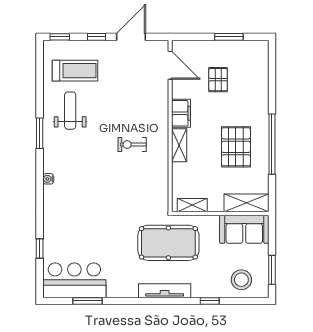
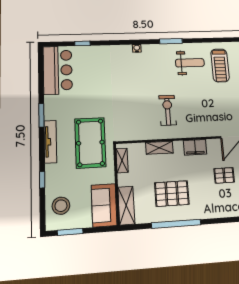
exercise bike: (132, 145) -> (168, 110), width x1.38, depth x1.39
shelving: (179, 145) -> (159, 148), moved
window: (88, 301) -> (41, 115), moved

